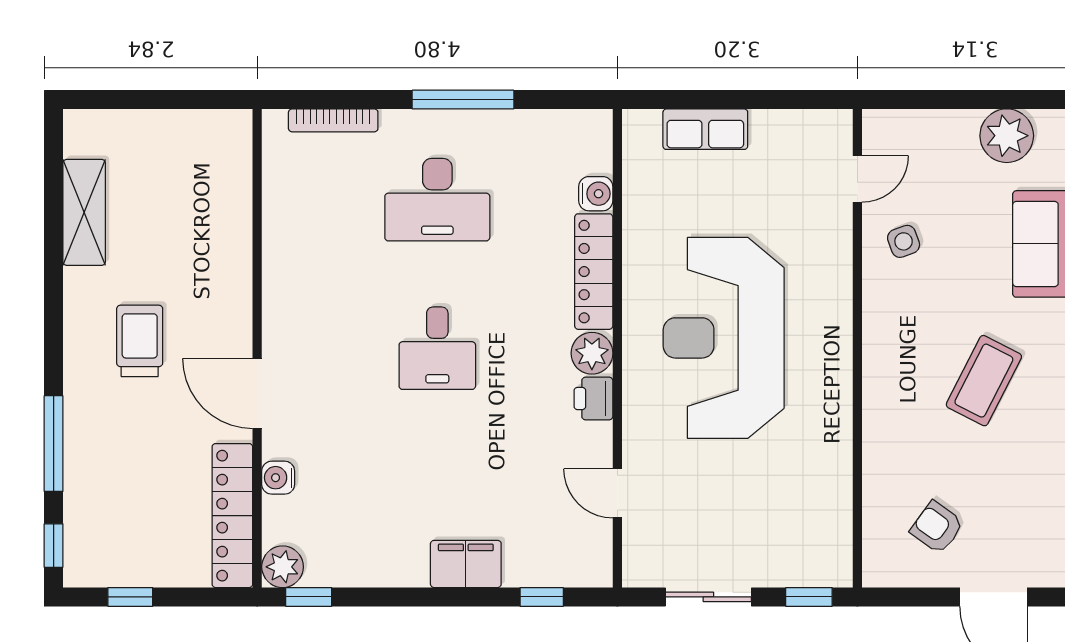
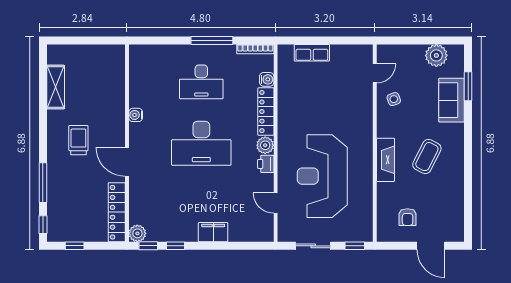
bookcase: (333, 120) -> (255, 49), moved
reception desk: (724, 338) -> (322, 176), moved
desk: (437, 348) -> (201, 143), width x1.87, depth x1.30
fireplace: (884, 389) -> (386, 160), added
water cooler: (278, 478) -> (136, 115), moved
armchair: (937, 527) -> (408, 217), turned -126
window: (542, 597) -> (175, 246), moved

